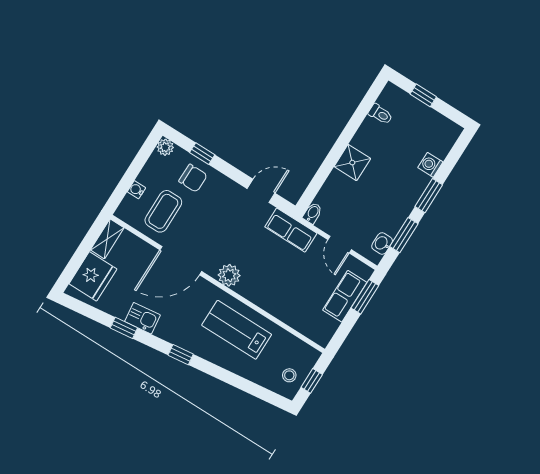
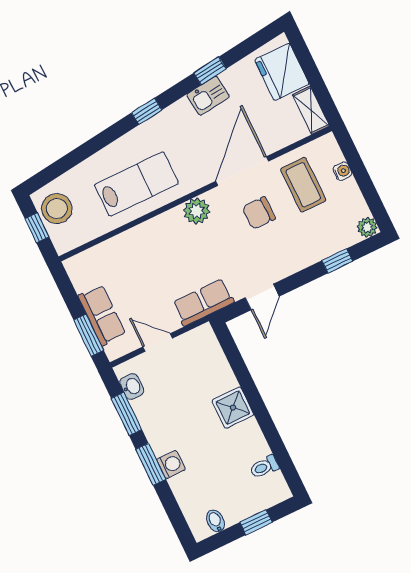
washing machine: (430, 165) -> (171, 464), moved
chair: (193, 178) -> (259, 213), moved
bidet: (312, 213) -> (215, 521), moved, turned 180
stool: (289, 375) -> (57, 209), width x1.89, depth x1.89

